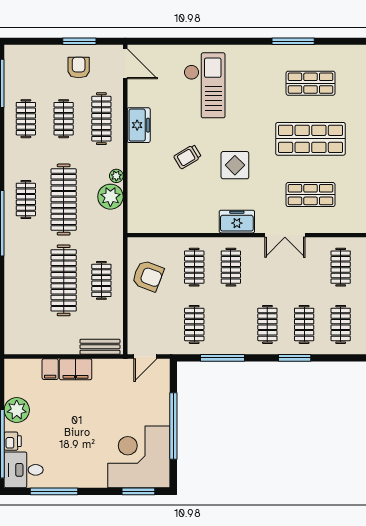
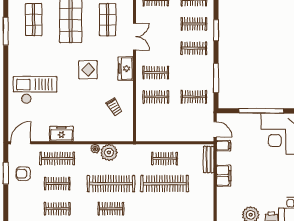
trolley: (188, 157) -> (114, 107), moved
armchair: (148, 276) -> (162, 128), removed
filing cabinet: (50, 369) -> (224, 146), moved

